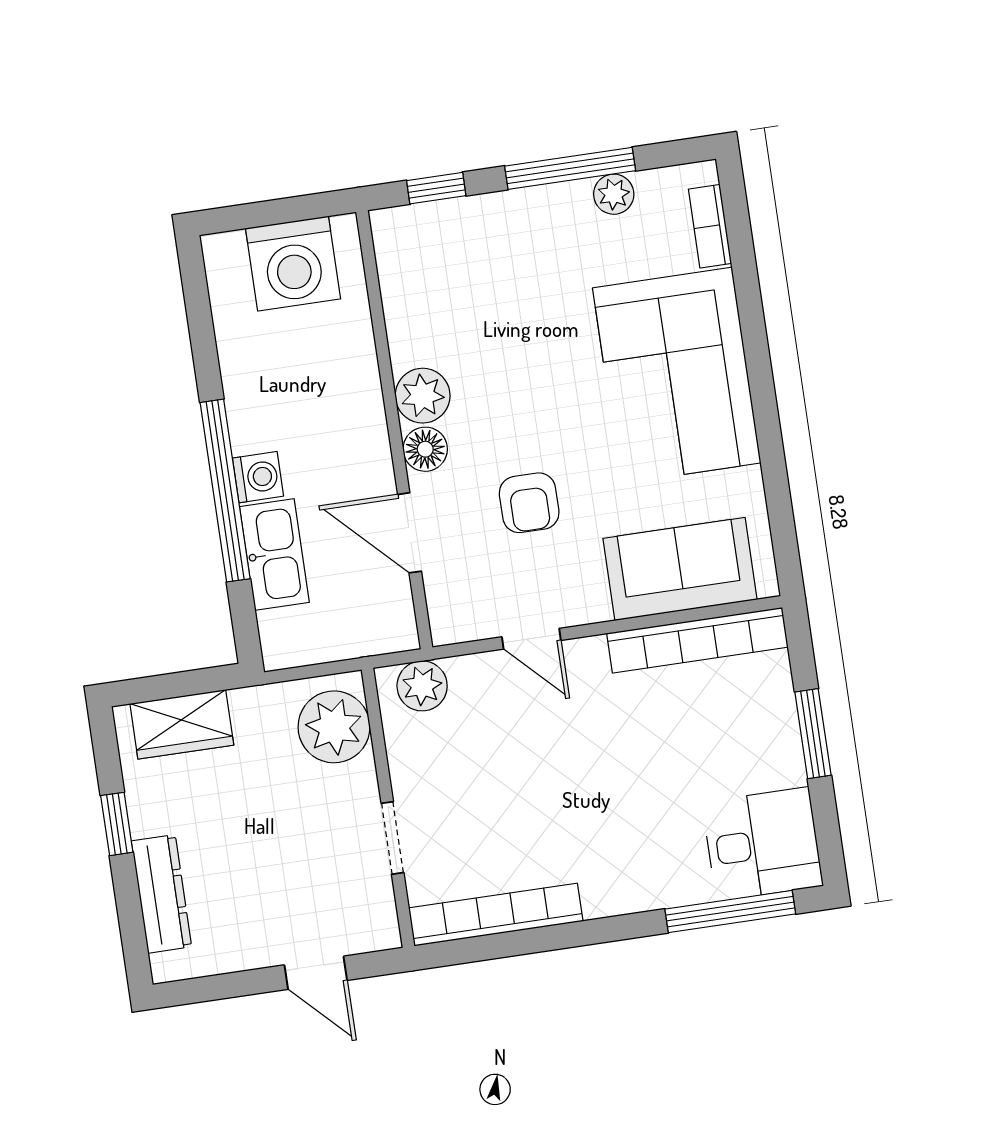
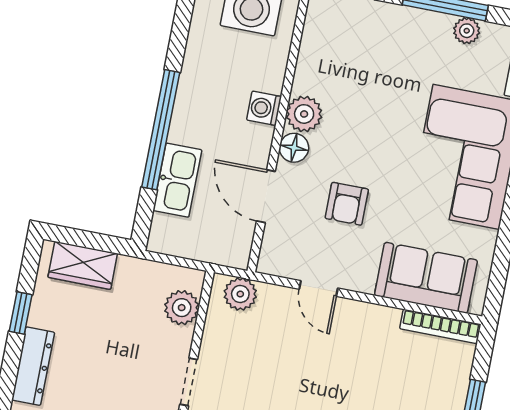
washing machine: (258, 477) -> (264, 108), moved, turned 180
bookcase: (697, 640) -> (440, 326), width x0.68, depth x0.76
plant: (334, 727) -> (182, 308), width x0.73, depth x0.73

